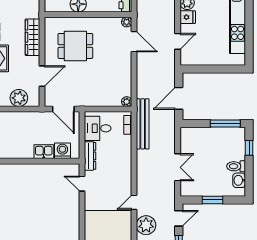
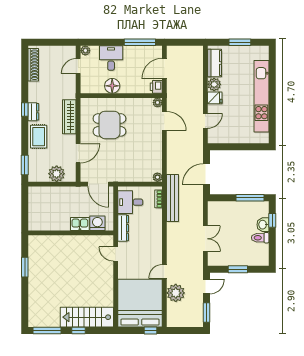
washbasin: (239, 180) -> (263, 225), moved

